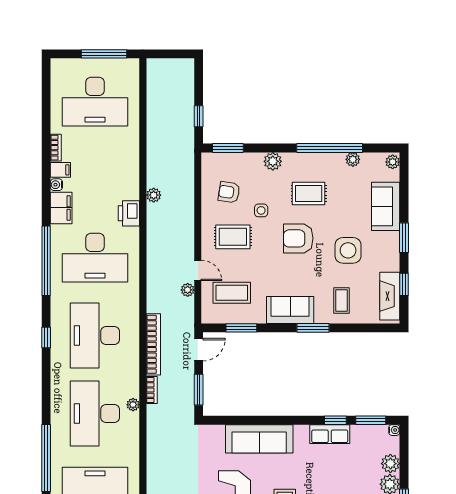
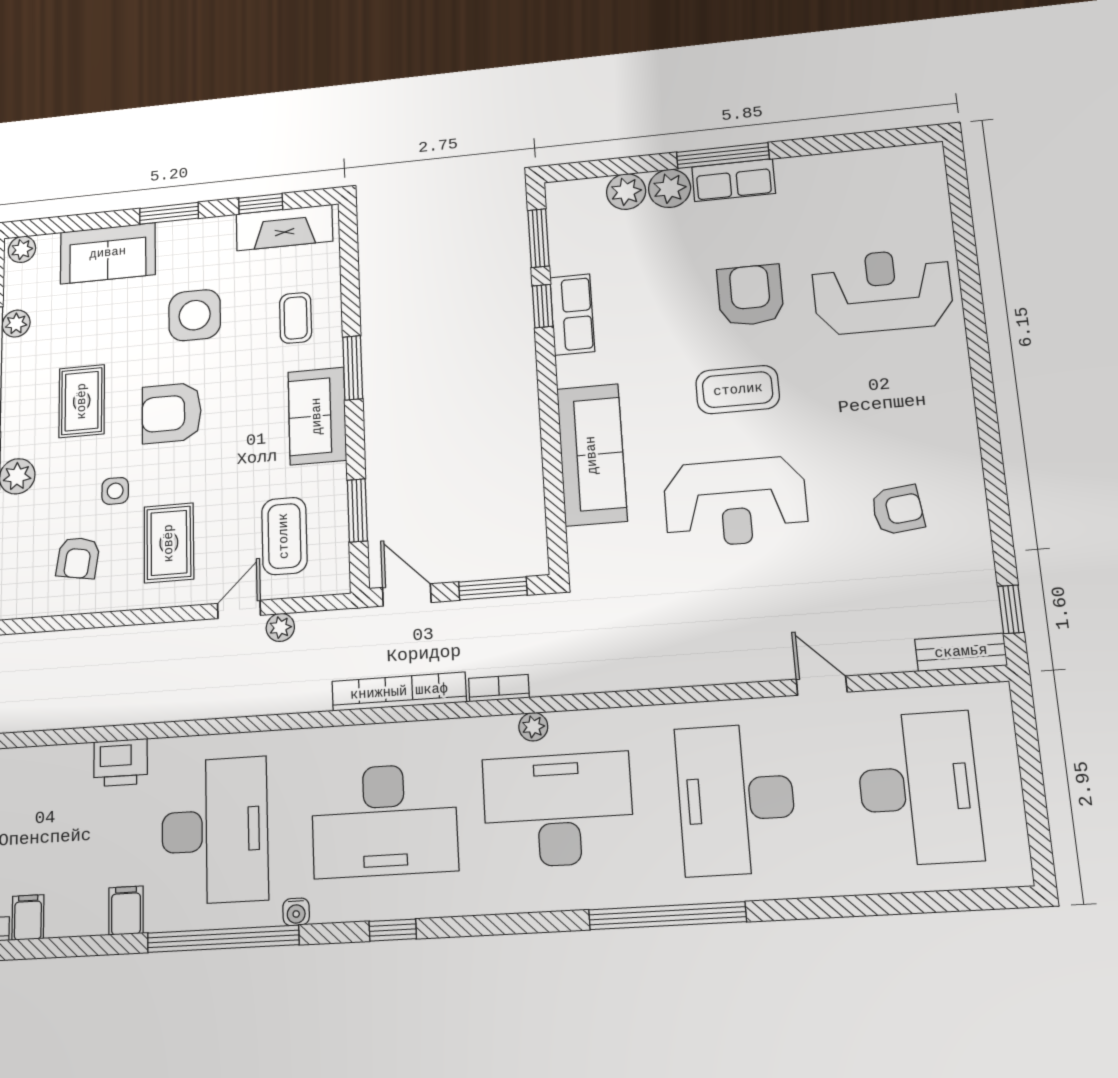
water cooler: (56, 185) -> (296, 912), moved
plant: (154, 195) -> (83, 713), removed
filing cabinet: (61, 208) -> (126, 911), width x0.50
armchair: (298, 238) -> (172, 413), turned 90
coffee table: (342, 301) -> (296, 318), turned 90
desk: (95, 413) -> (558, 810), turned 180
water cooler: (394, 430) -> (556, 191), removed

